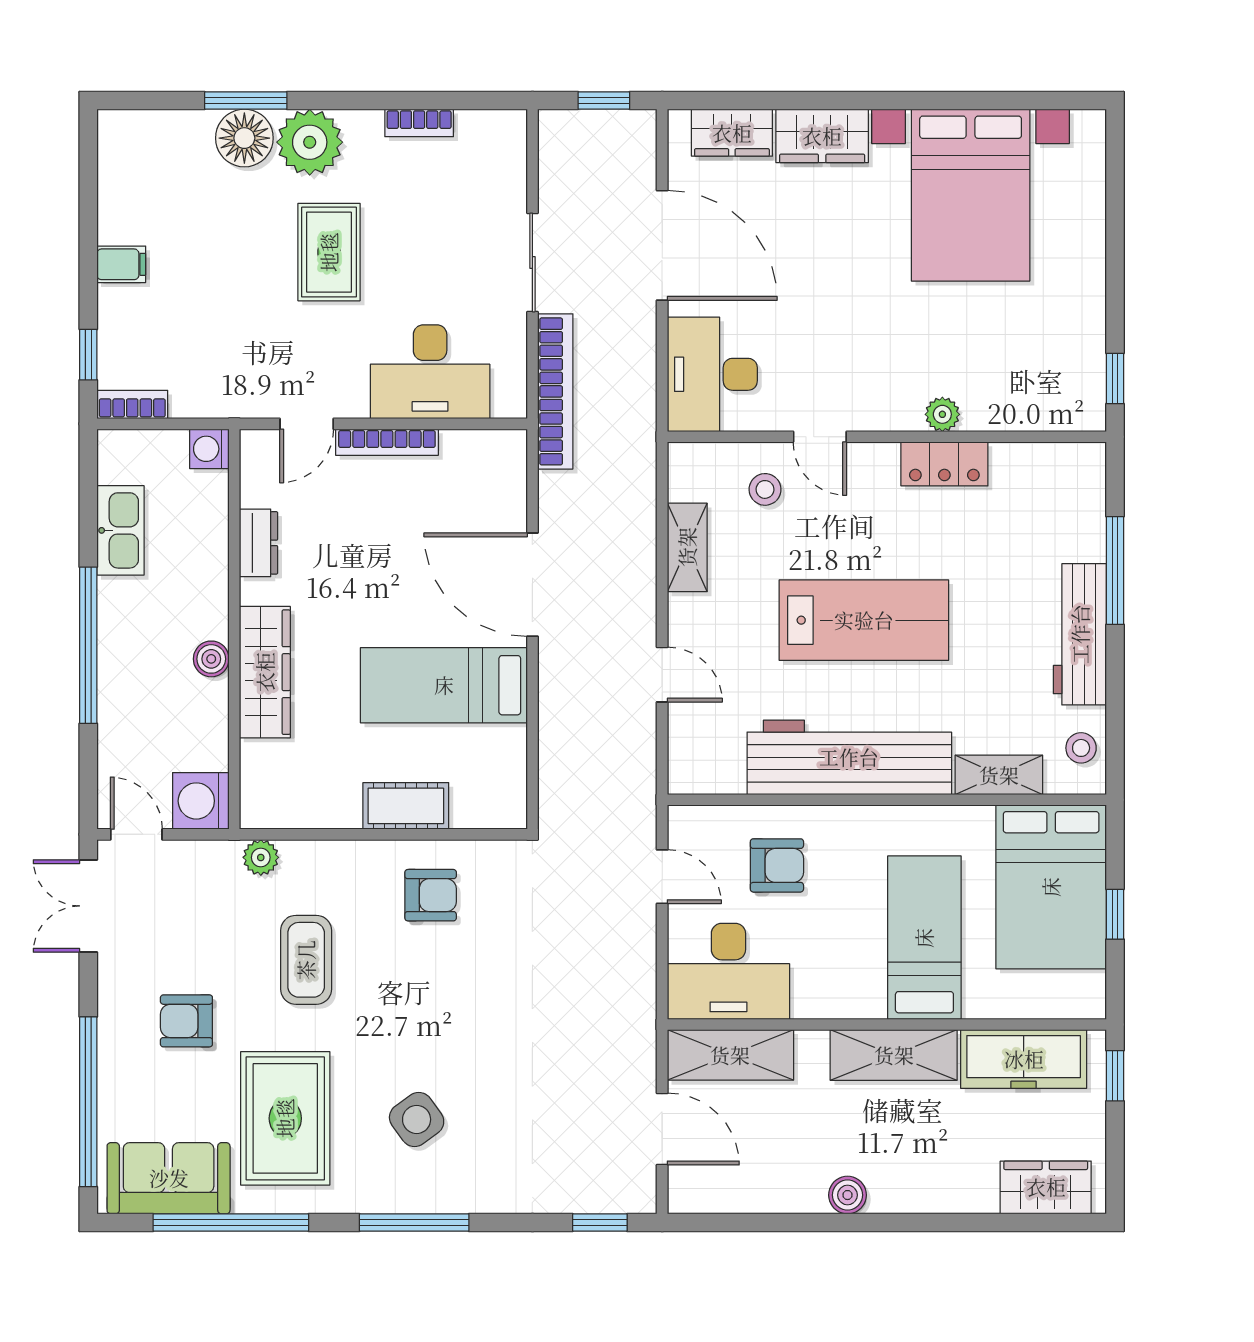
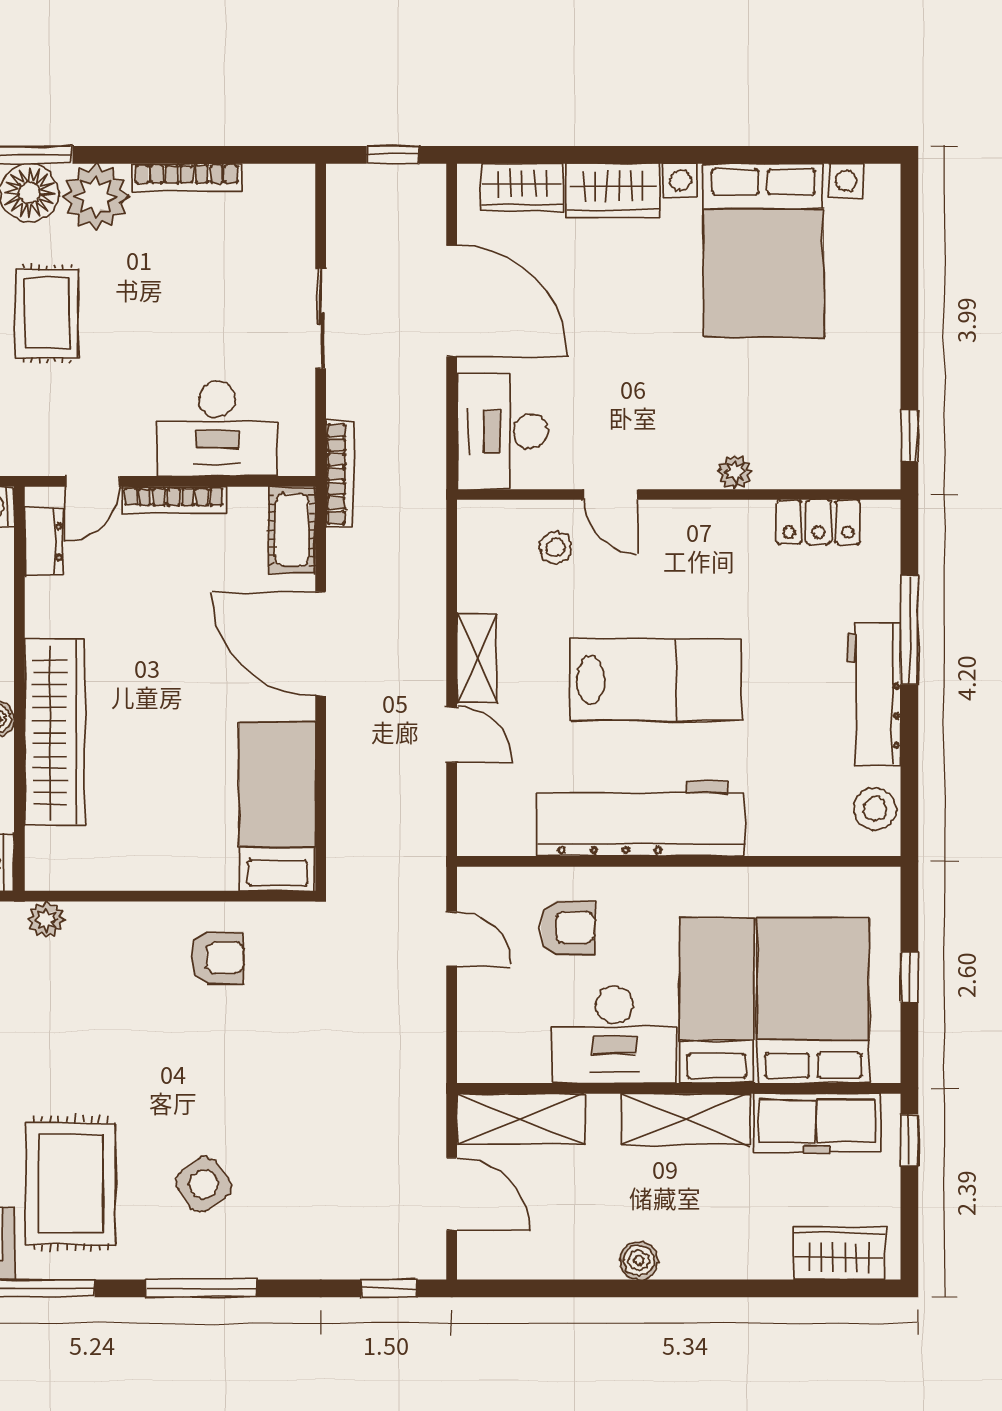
bookcase: (419, 123) -> (187, 177), width x1.56
rug: (329, 252) -> (47, 314), moved
bookcase: (555, 391) -> (339, 474), width x0.68, depth x0.76
locker: (944, 464) -> (818, 522), moved
dresser: (259, 543) -> (44, 542), moved
shelving: (687, 547) -> (477, 659), moved
wardrobe: (265, 672) -> (55, 732), width x1.40, depth x1.17
bed: (444, 685) -> (277, 807), moved, turned 90
stool: (1081, 748) -> (875, 809), width x1.37, depth x1.37
shelving: (999, 775) -> (792, 836), removed
cot: (406, 806) -> (292, 530), moved, turned 90
bed: (1051, 887) -> (813, 1000), moved, turned 180
coffee table: (306, 960) -> (92, 1023), removed
desk: (728, 971) -> (614, 1035), moved

